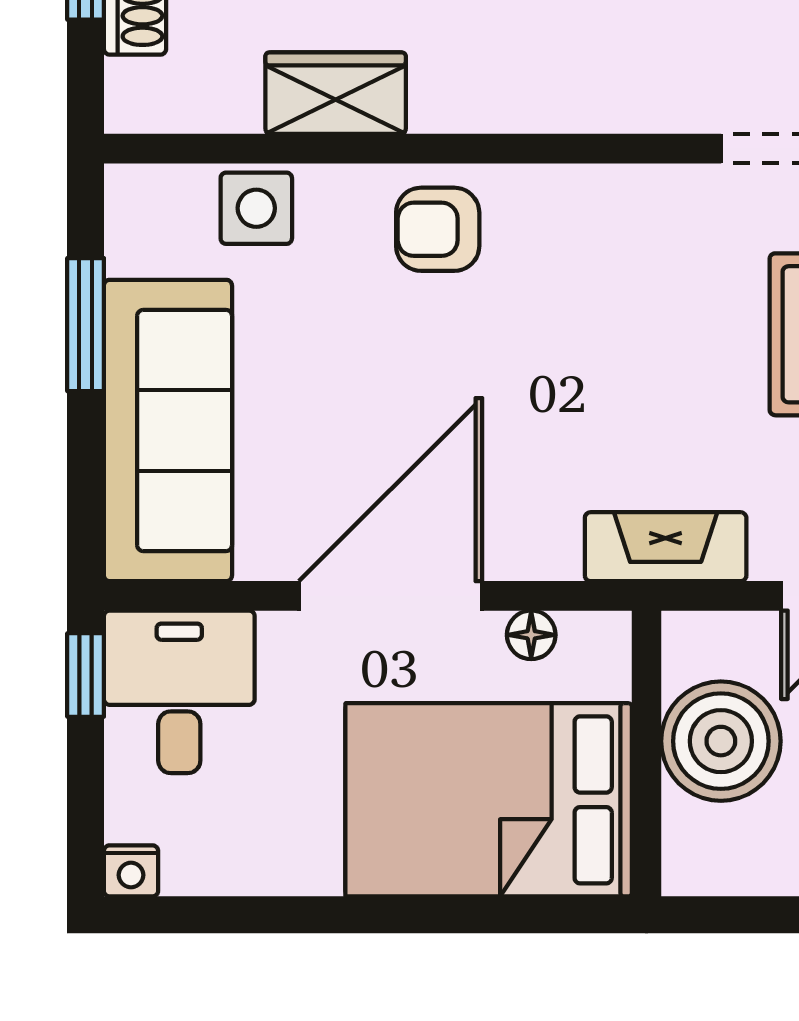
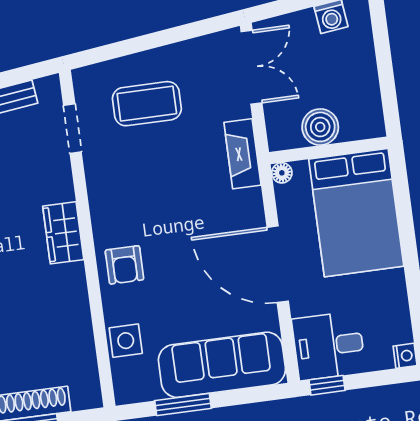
wardrobe: (336, 93) -> (63, 233), moved
floor lamp: (531, 635) -> (282, 173), moved
boiler: (721, 741) -> (320, 127), width x0.73, depth x0.73

